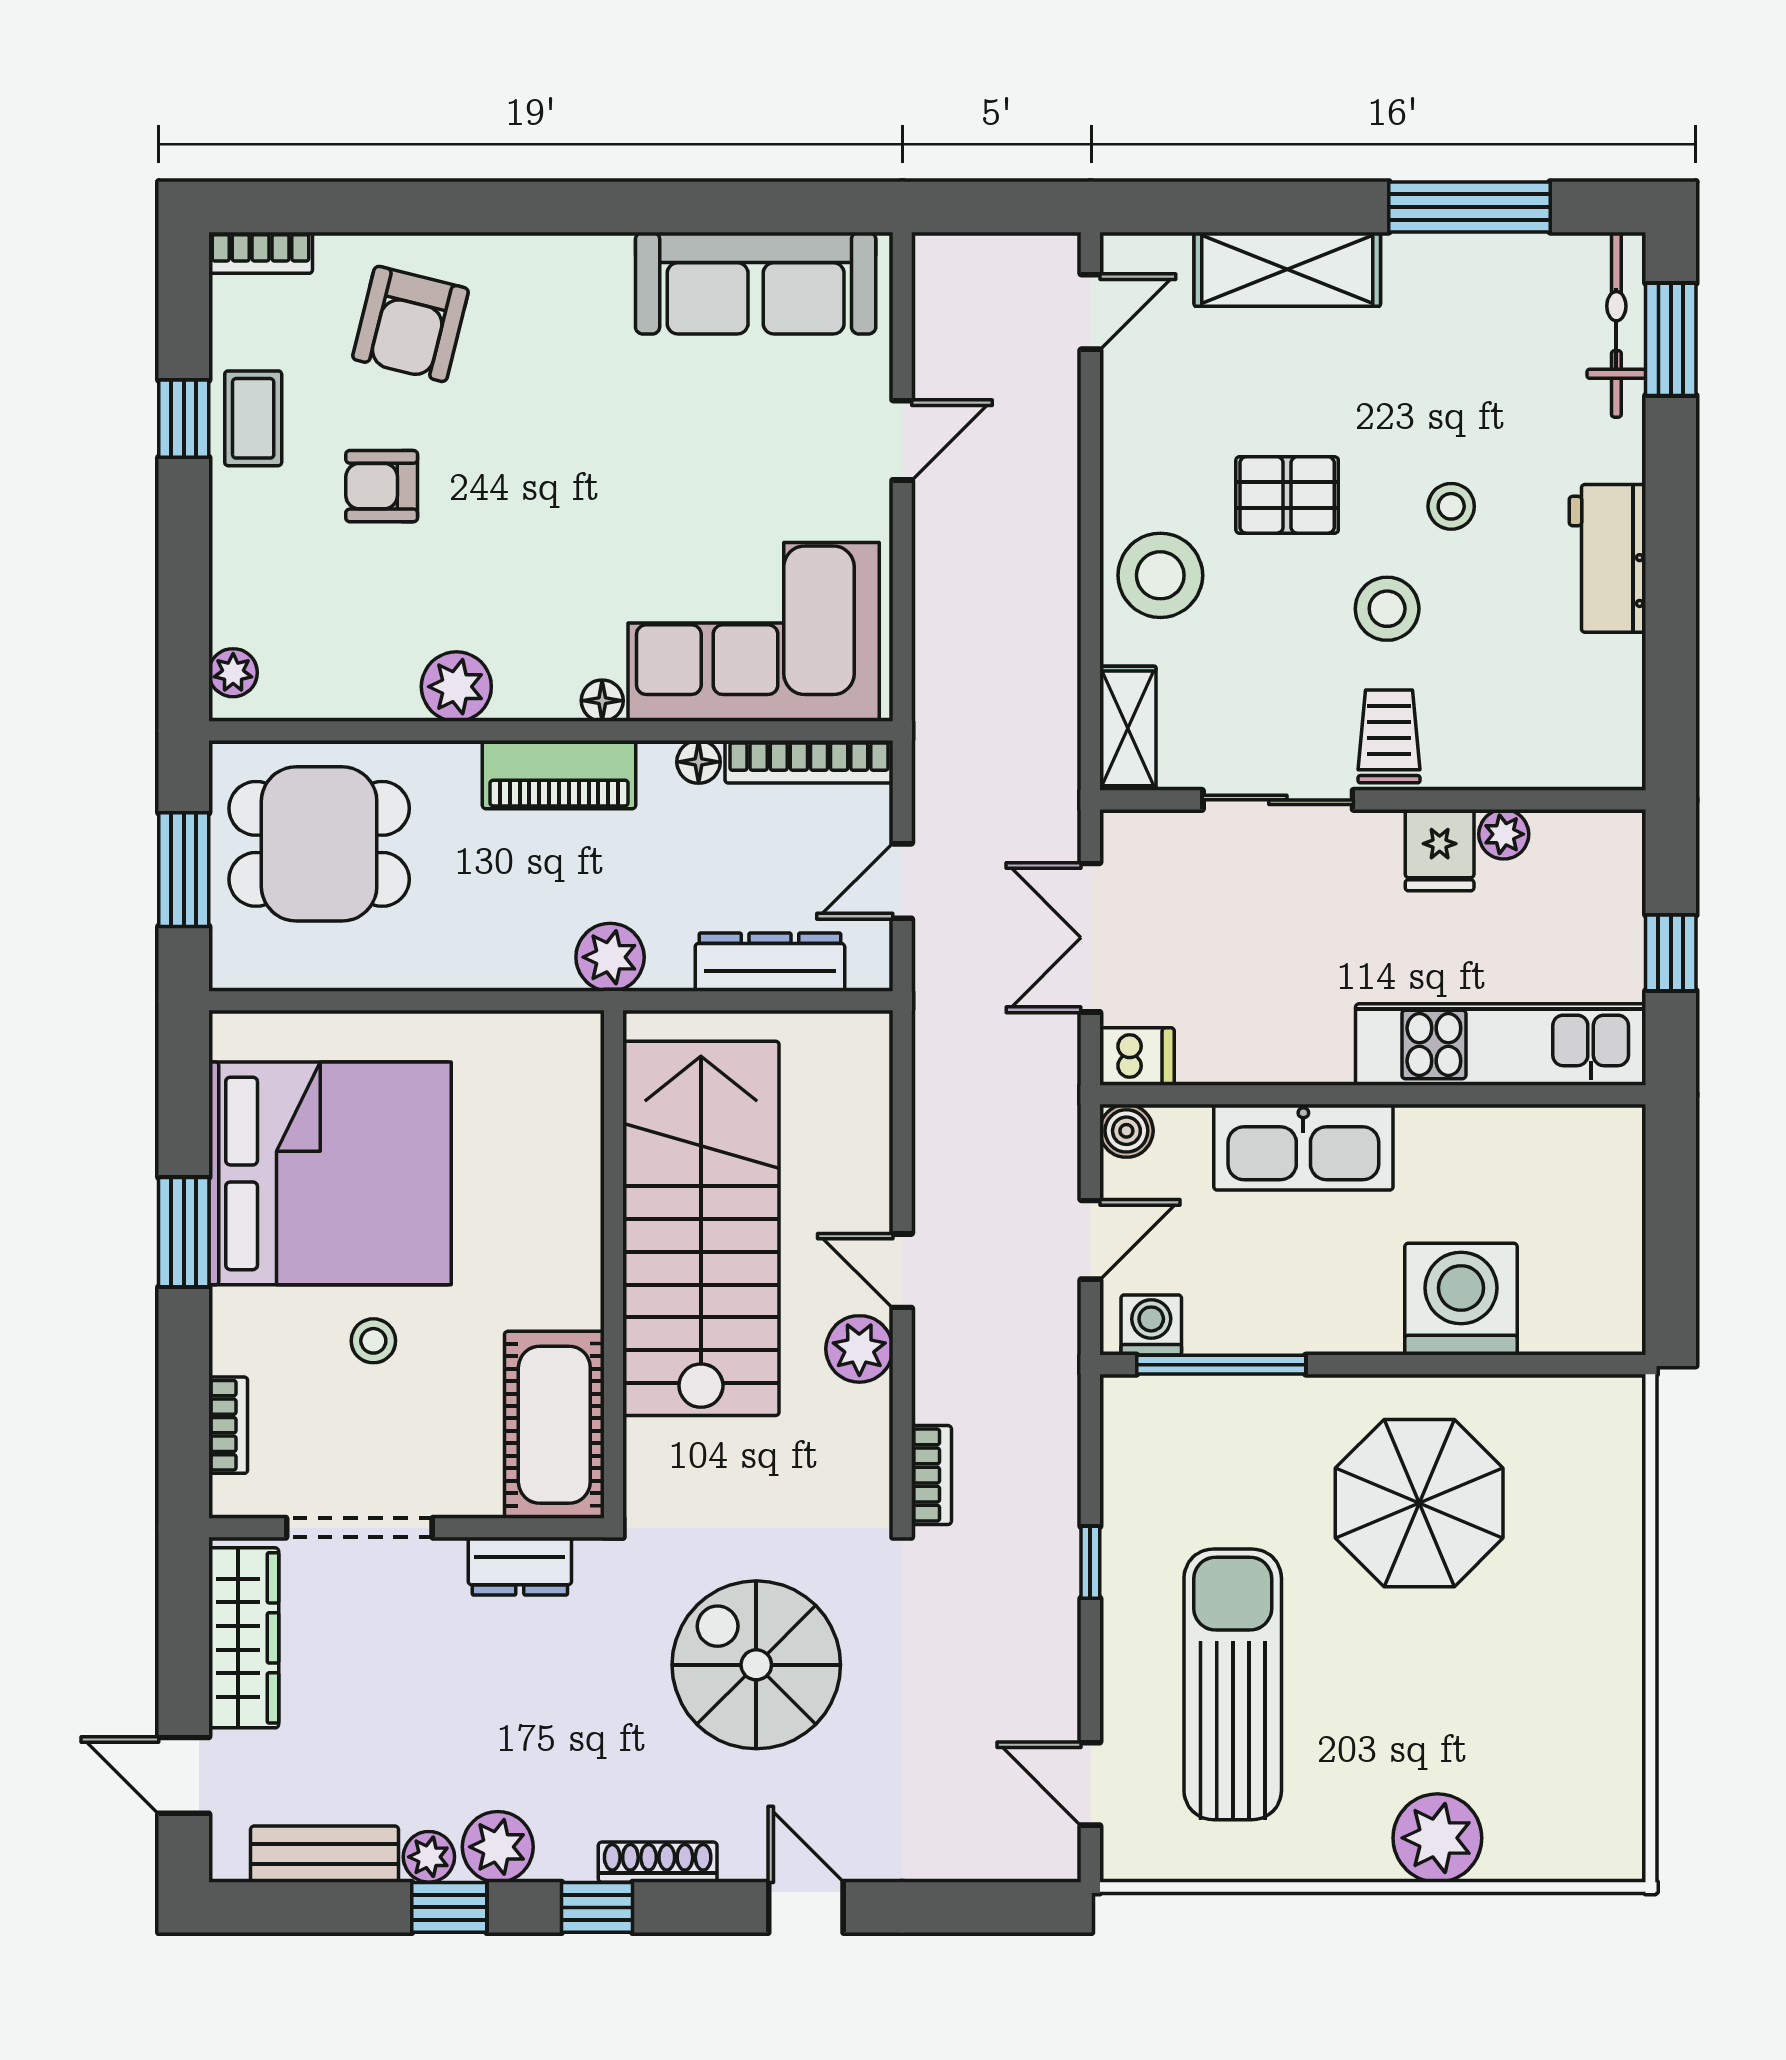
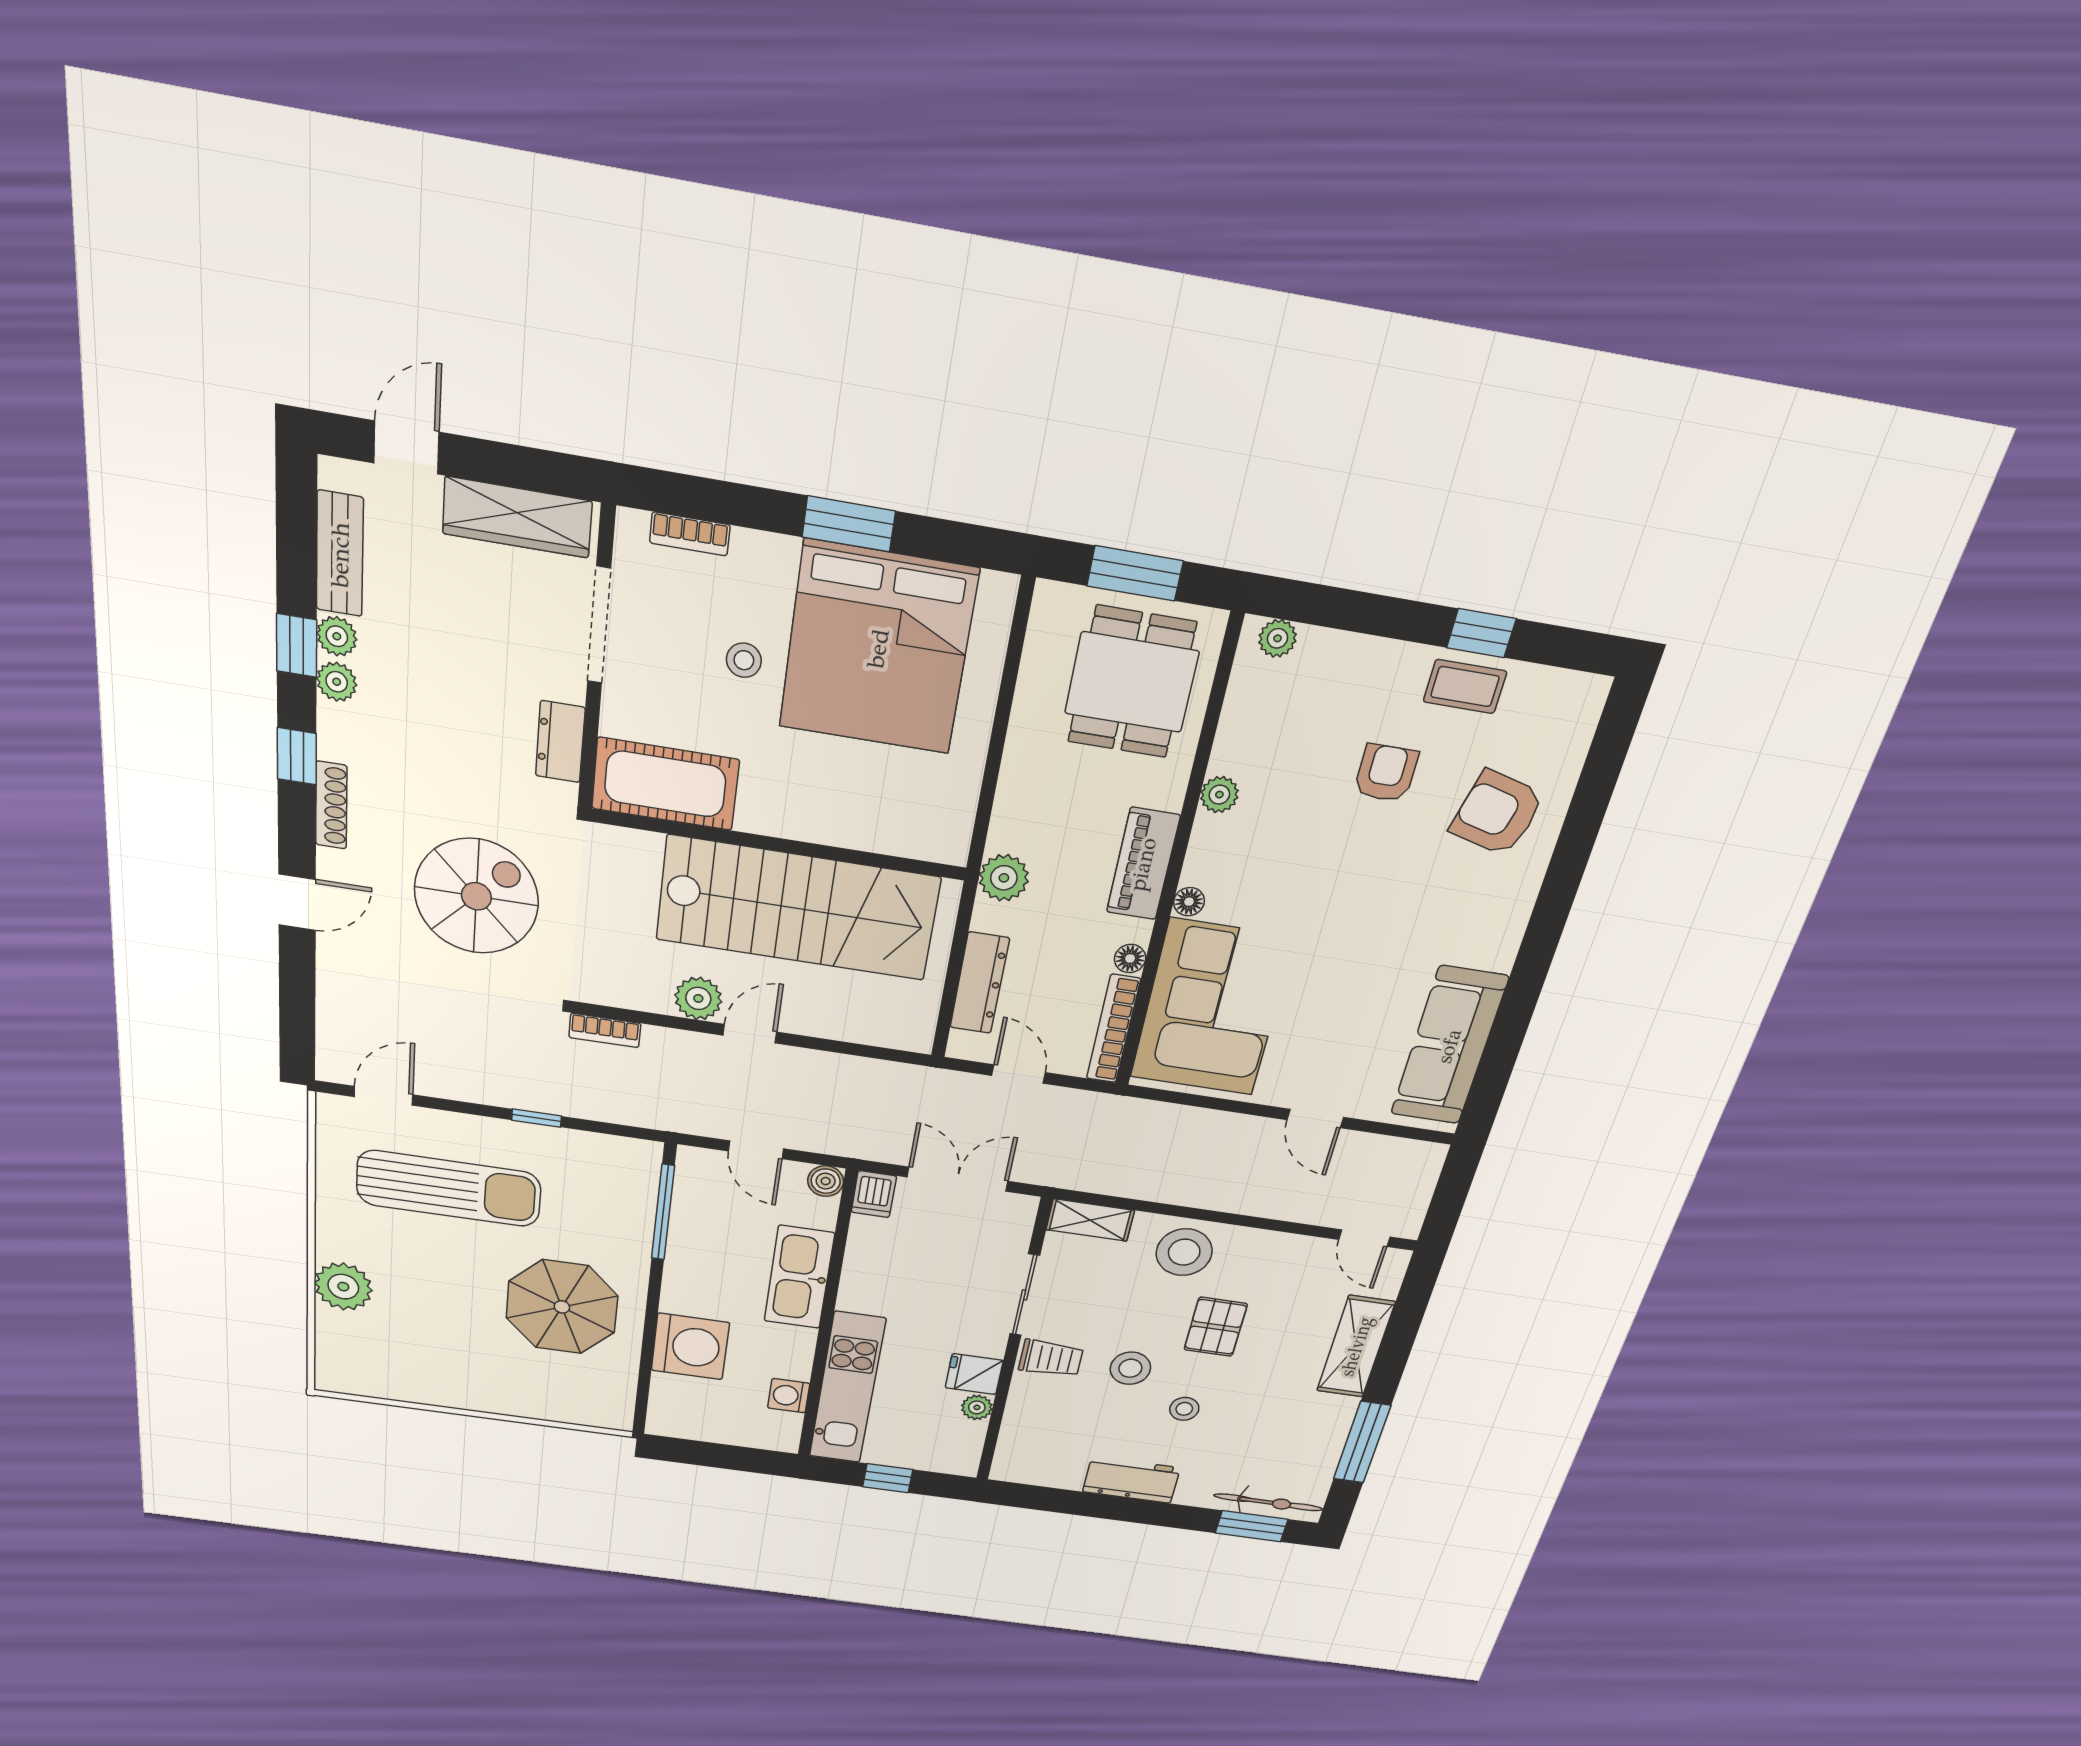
bookcase: (261, 253) -> (1586, 713), removed
plant: (456, 687) -> (1219, 795), width x0.73, depth x0.73
washing machine: (1151, 1325) -> (789, 1396), moved, turned 180
plant: (498, 1847) -> (337, 682), width x0.73, depth x0.73

